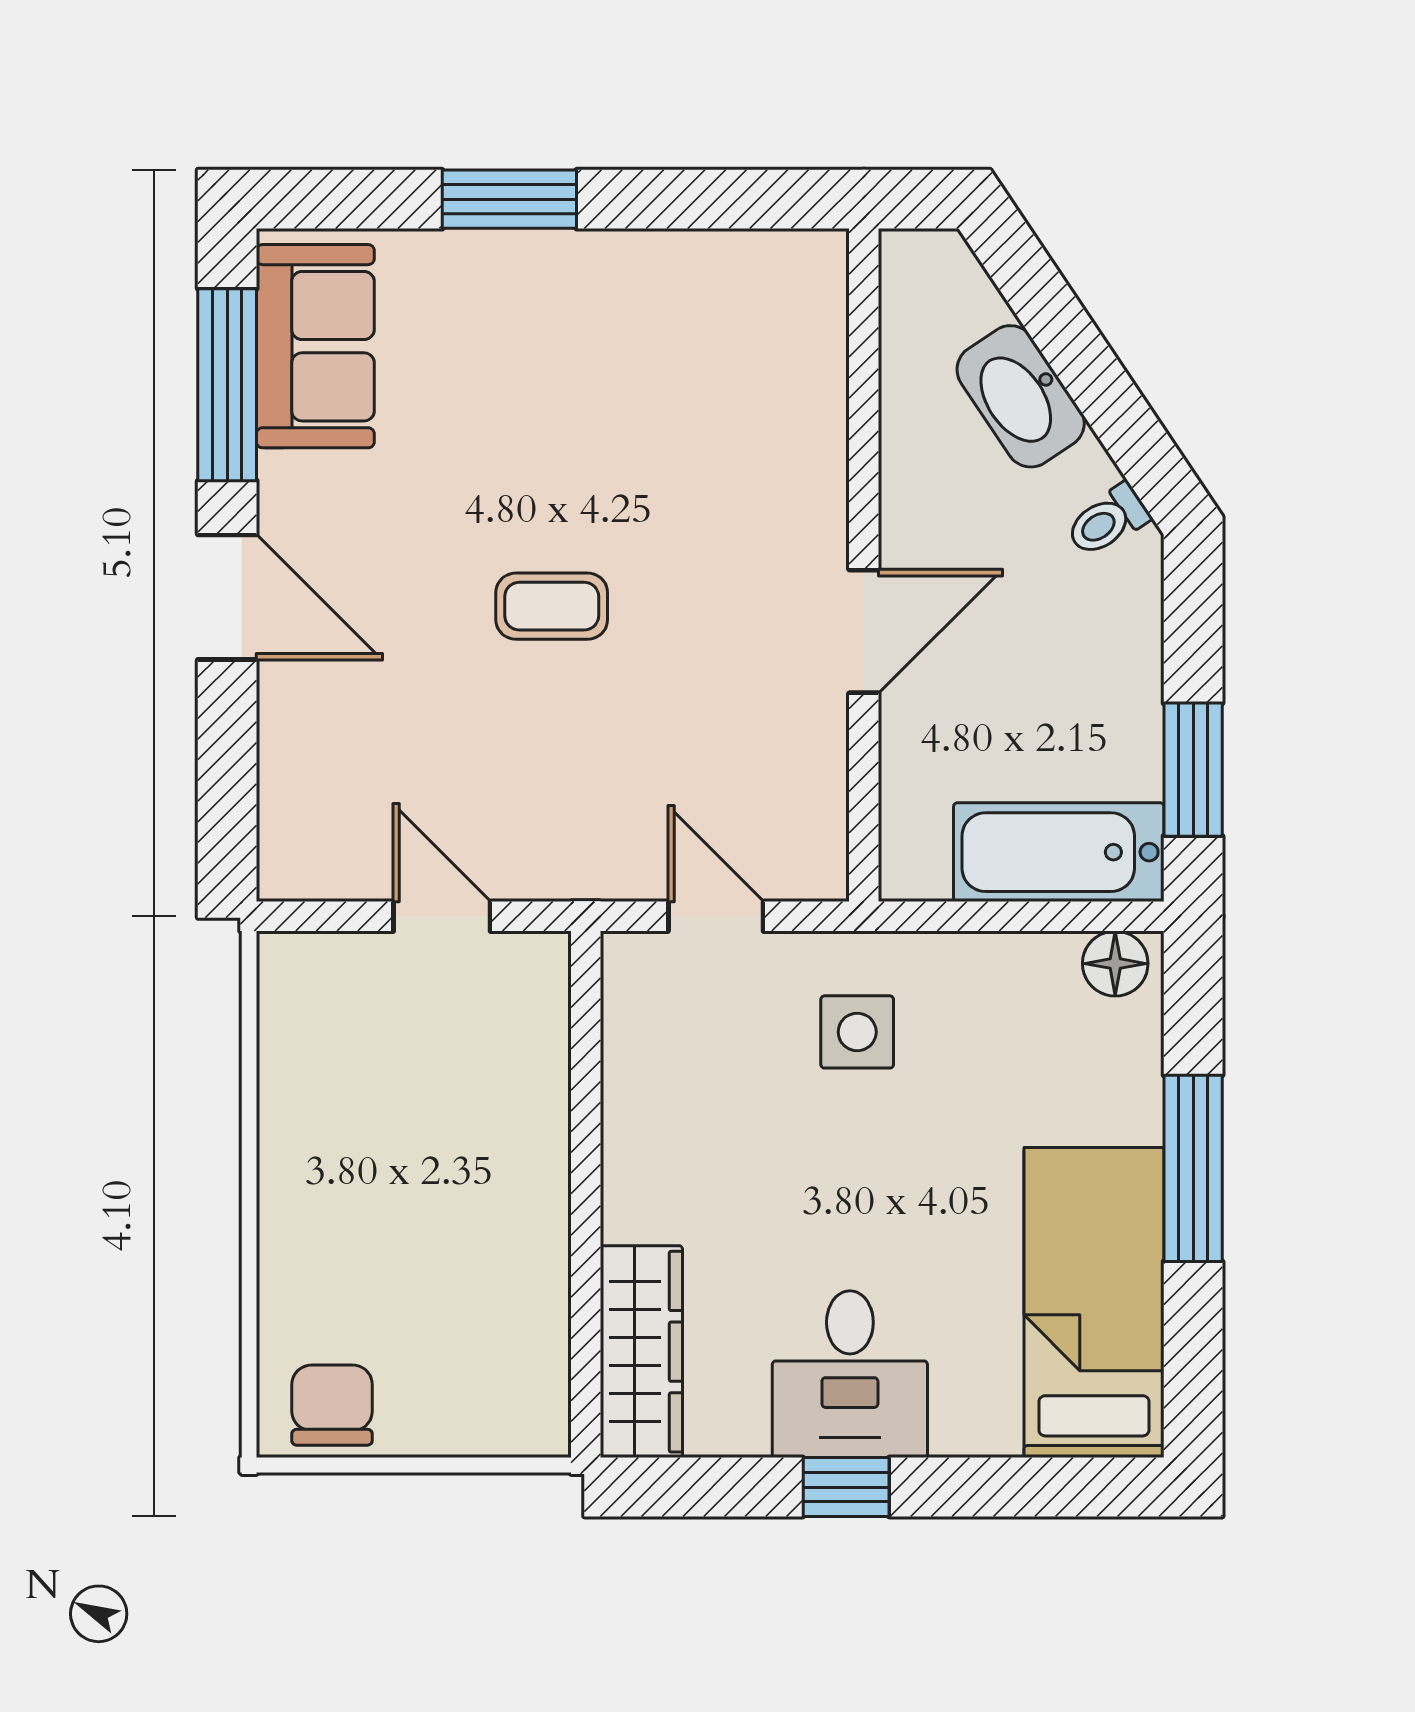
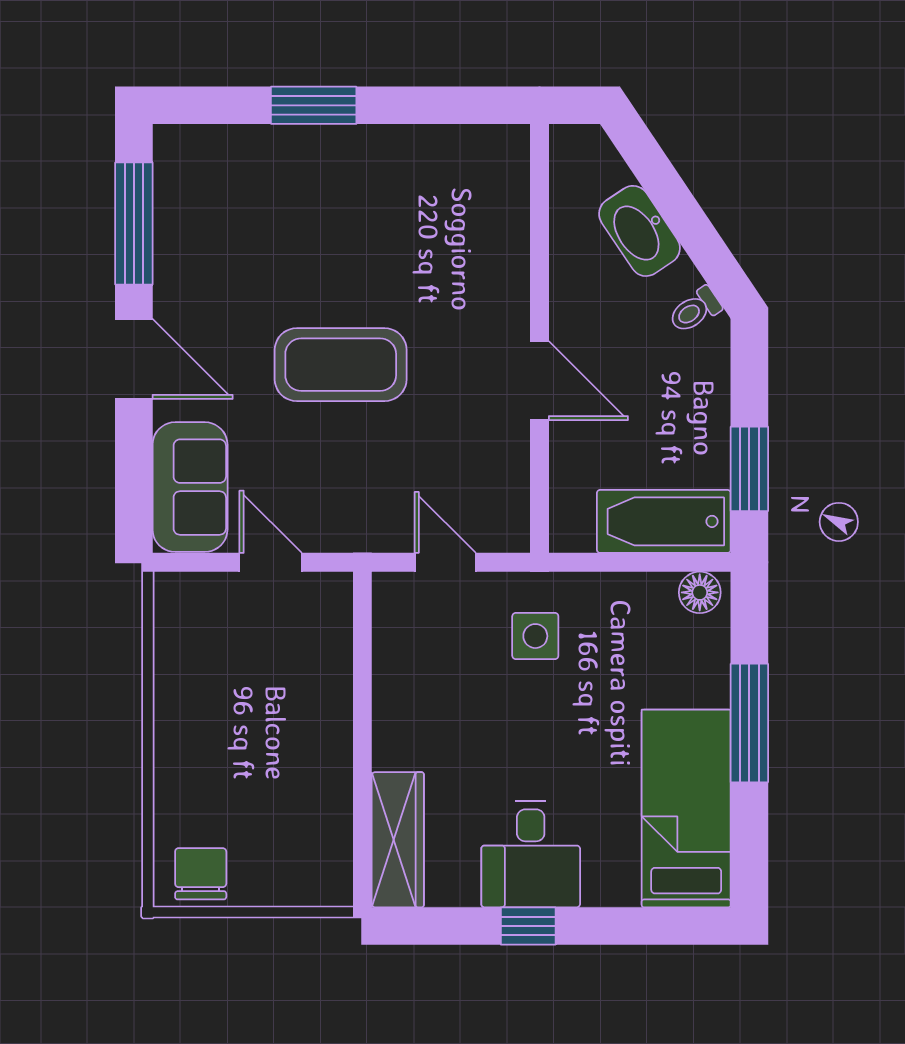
sofa: (315, 346) -> (190, 487), moved
coffee table: (552, 606) -> (341, 365), width x1.86, depth x1.72
door: (864, 631) -> (540, 381), hinge flipped

